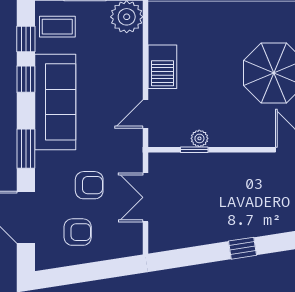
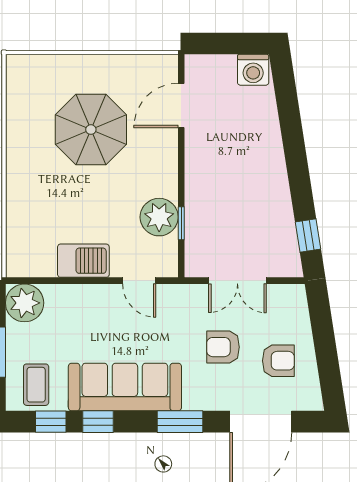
plant: (199, 138) -> (159, 217), width x1.88, depth x1.88
armchair: (89, 185) -> (223, 347), turned -90
armchair: (78, 232) -> (278, 361), turned 90
window: (242, 248) -> (308, 235), moved

